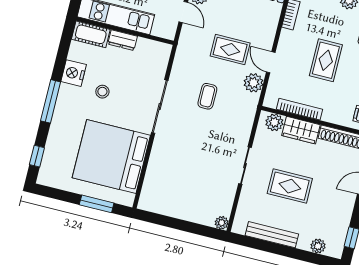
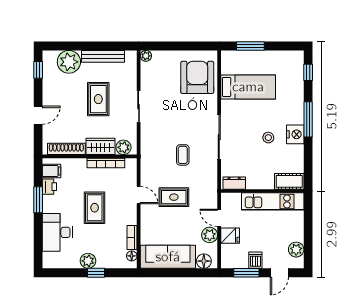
dresser: (123, 40) -> (234, 183), moved
nightstand: (74, 73) -> (295, 134), moved
plant: (253, 83) -> (148, 175), removed
bed: (111, 157) -> (248, 87), width x0.49
armchair: (168, 183) -> (197, 77), added
rug: (290, 186) -> (98, 99), turned 90
plant: (318, 246) -> (69, 62), width x1.87, depth x1.87

